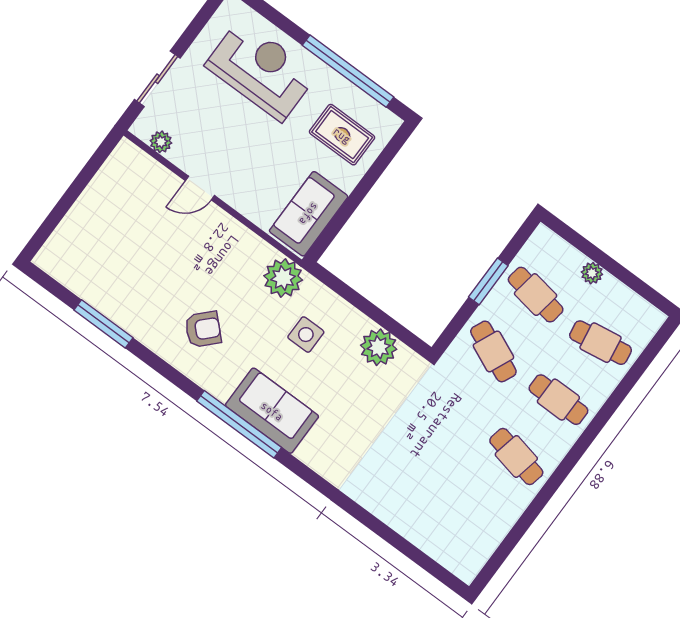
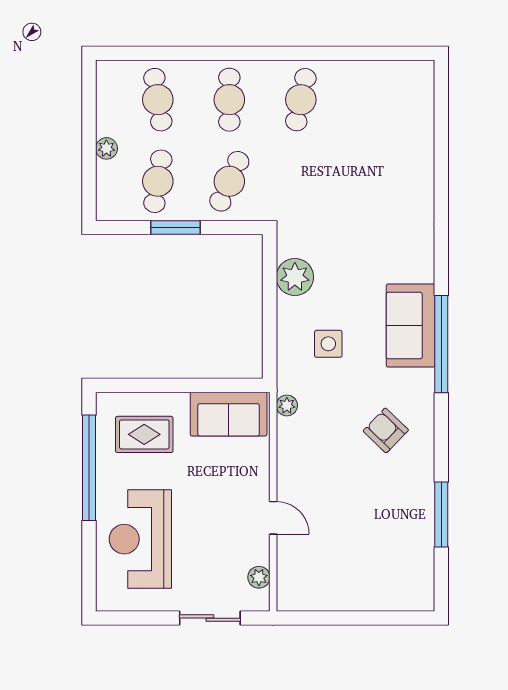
rug: (342, 135) -> (144, 434), turned 90
plant: (283, 278) -> (287, 405), width x0.53, depth x0.53

